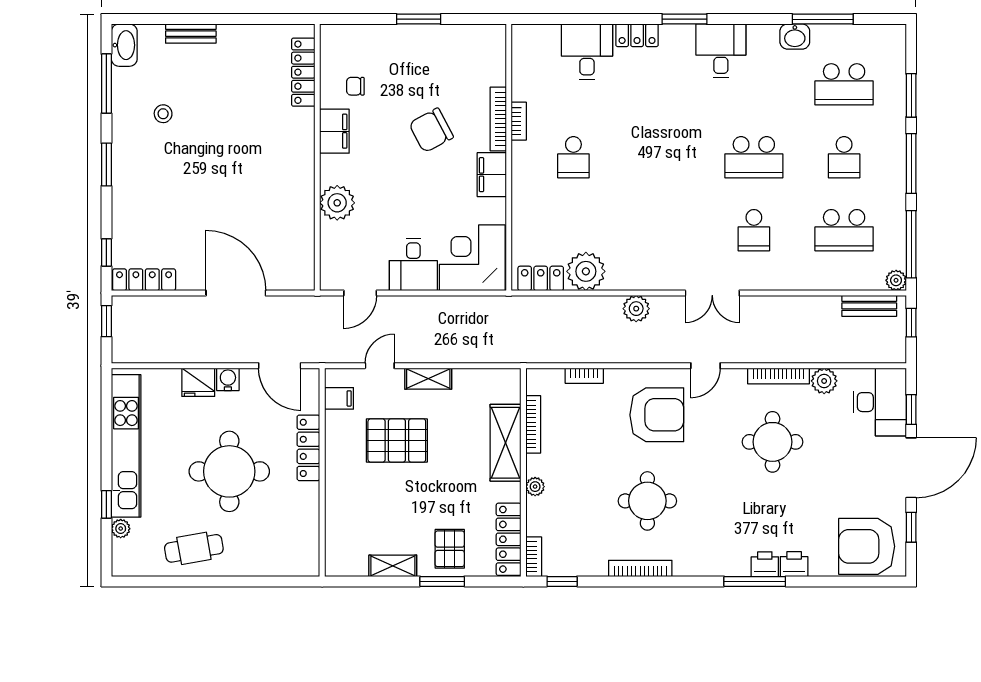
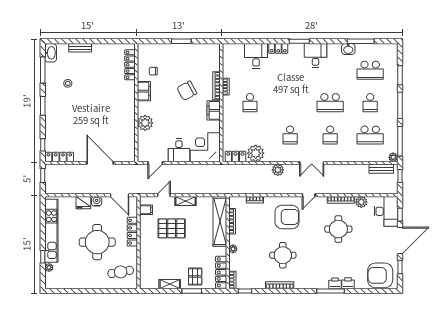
school desk: (664, 230) -> (290, 135), added
shelving: (506, 443) -> (220, 221), width x1.47
cafe table: (194, 548) -> (121, 272), moved

